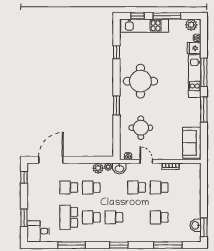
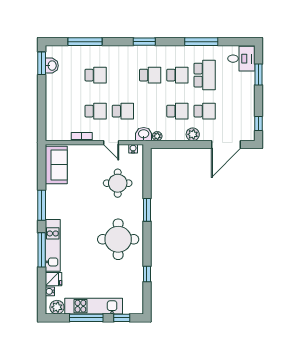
kitchen unit: (145, 26) -> (94, 306), moved
plant: (98, 168) -> (193, 134), moved

